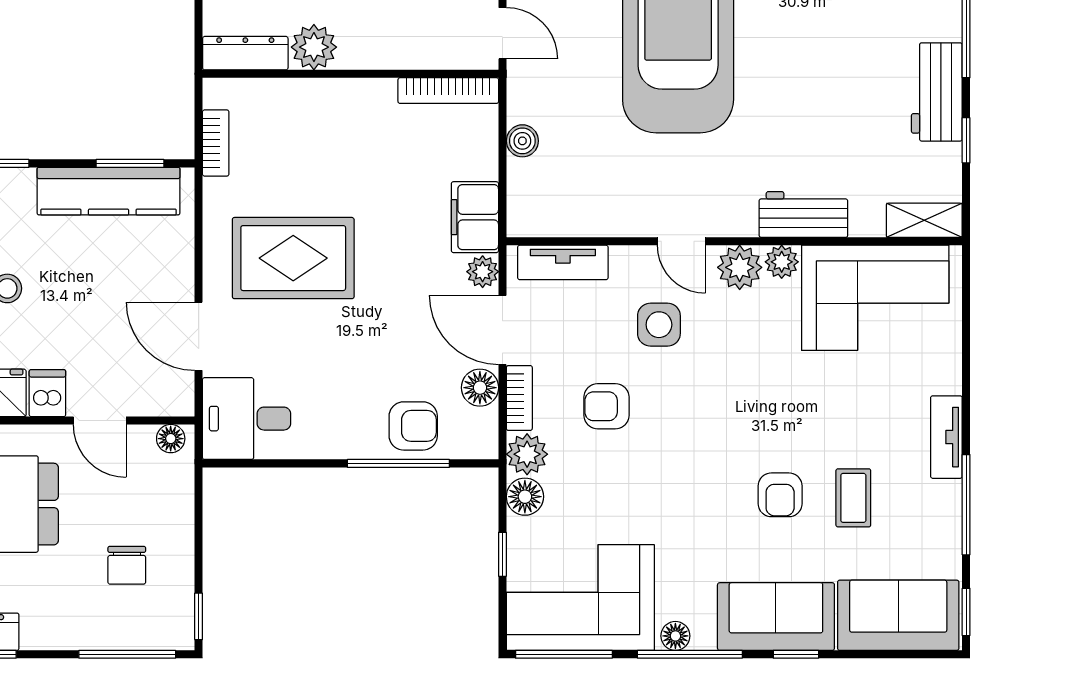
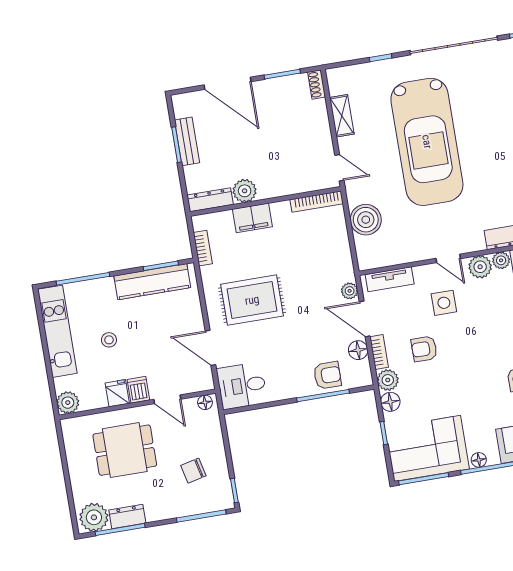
boiler: (522, 141) -> (366, 220), width x1.86, depth x1.86
filing cabinet: (475, 217) -> (252, 218), moved, turned -90
chair: (127, 565) -> (193, 471), turned 77

